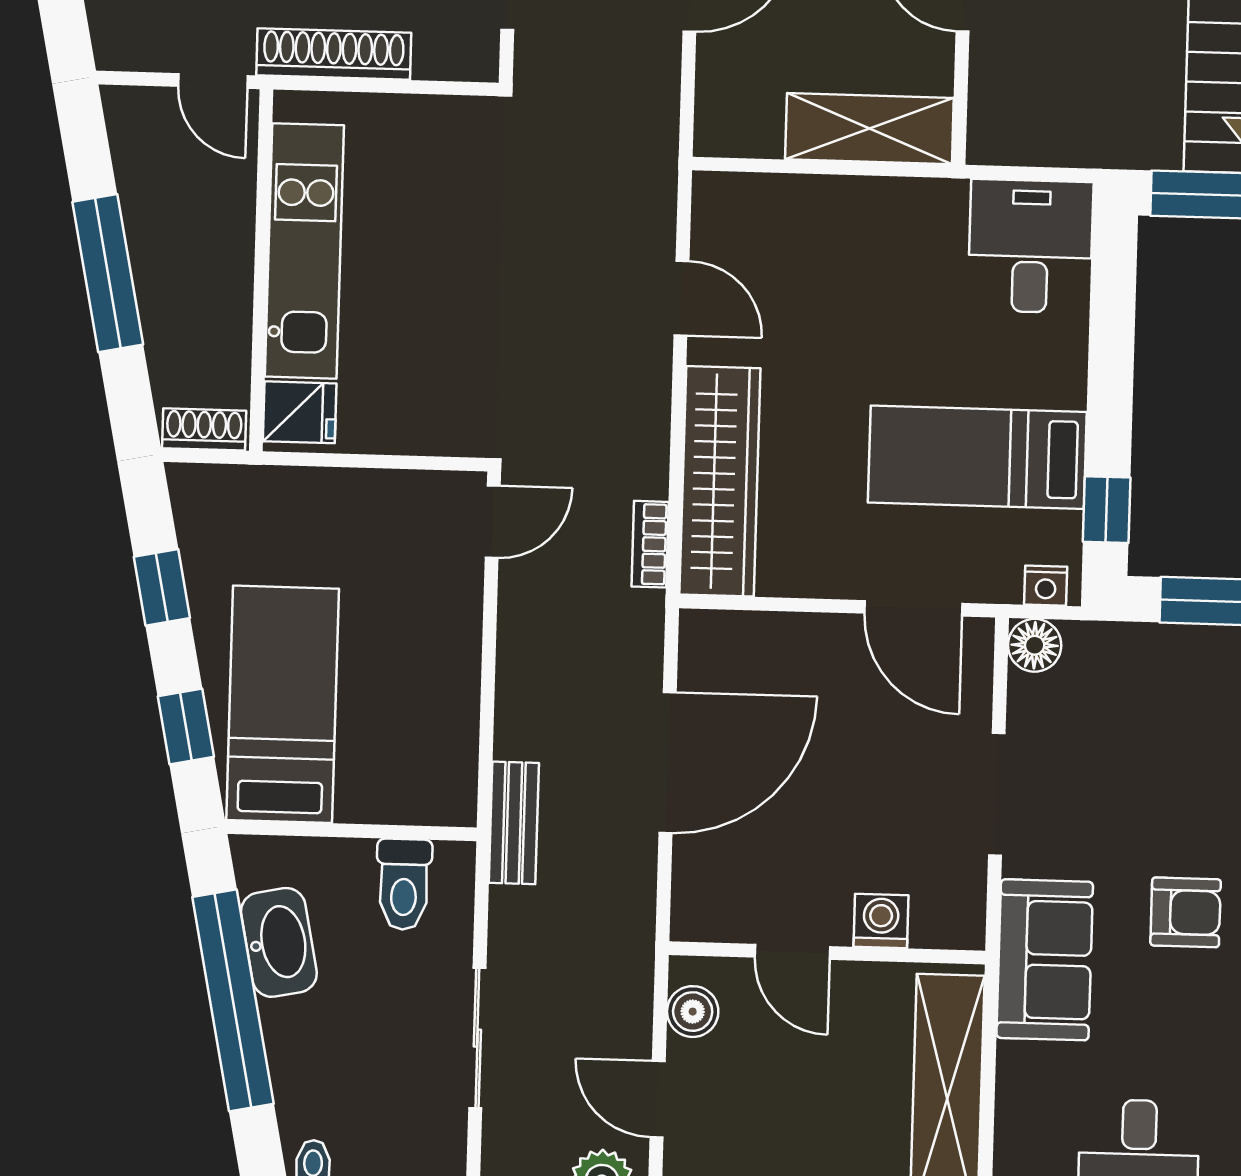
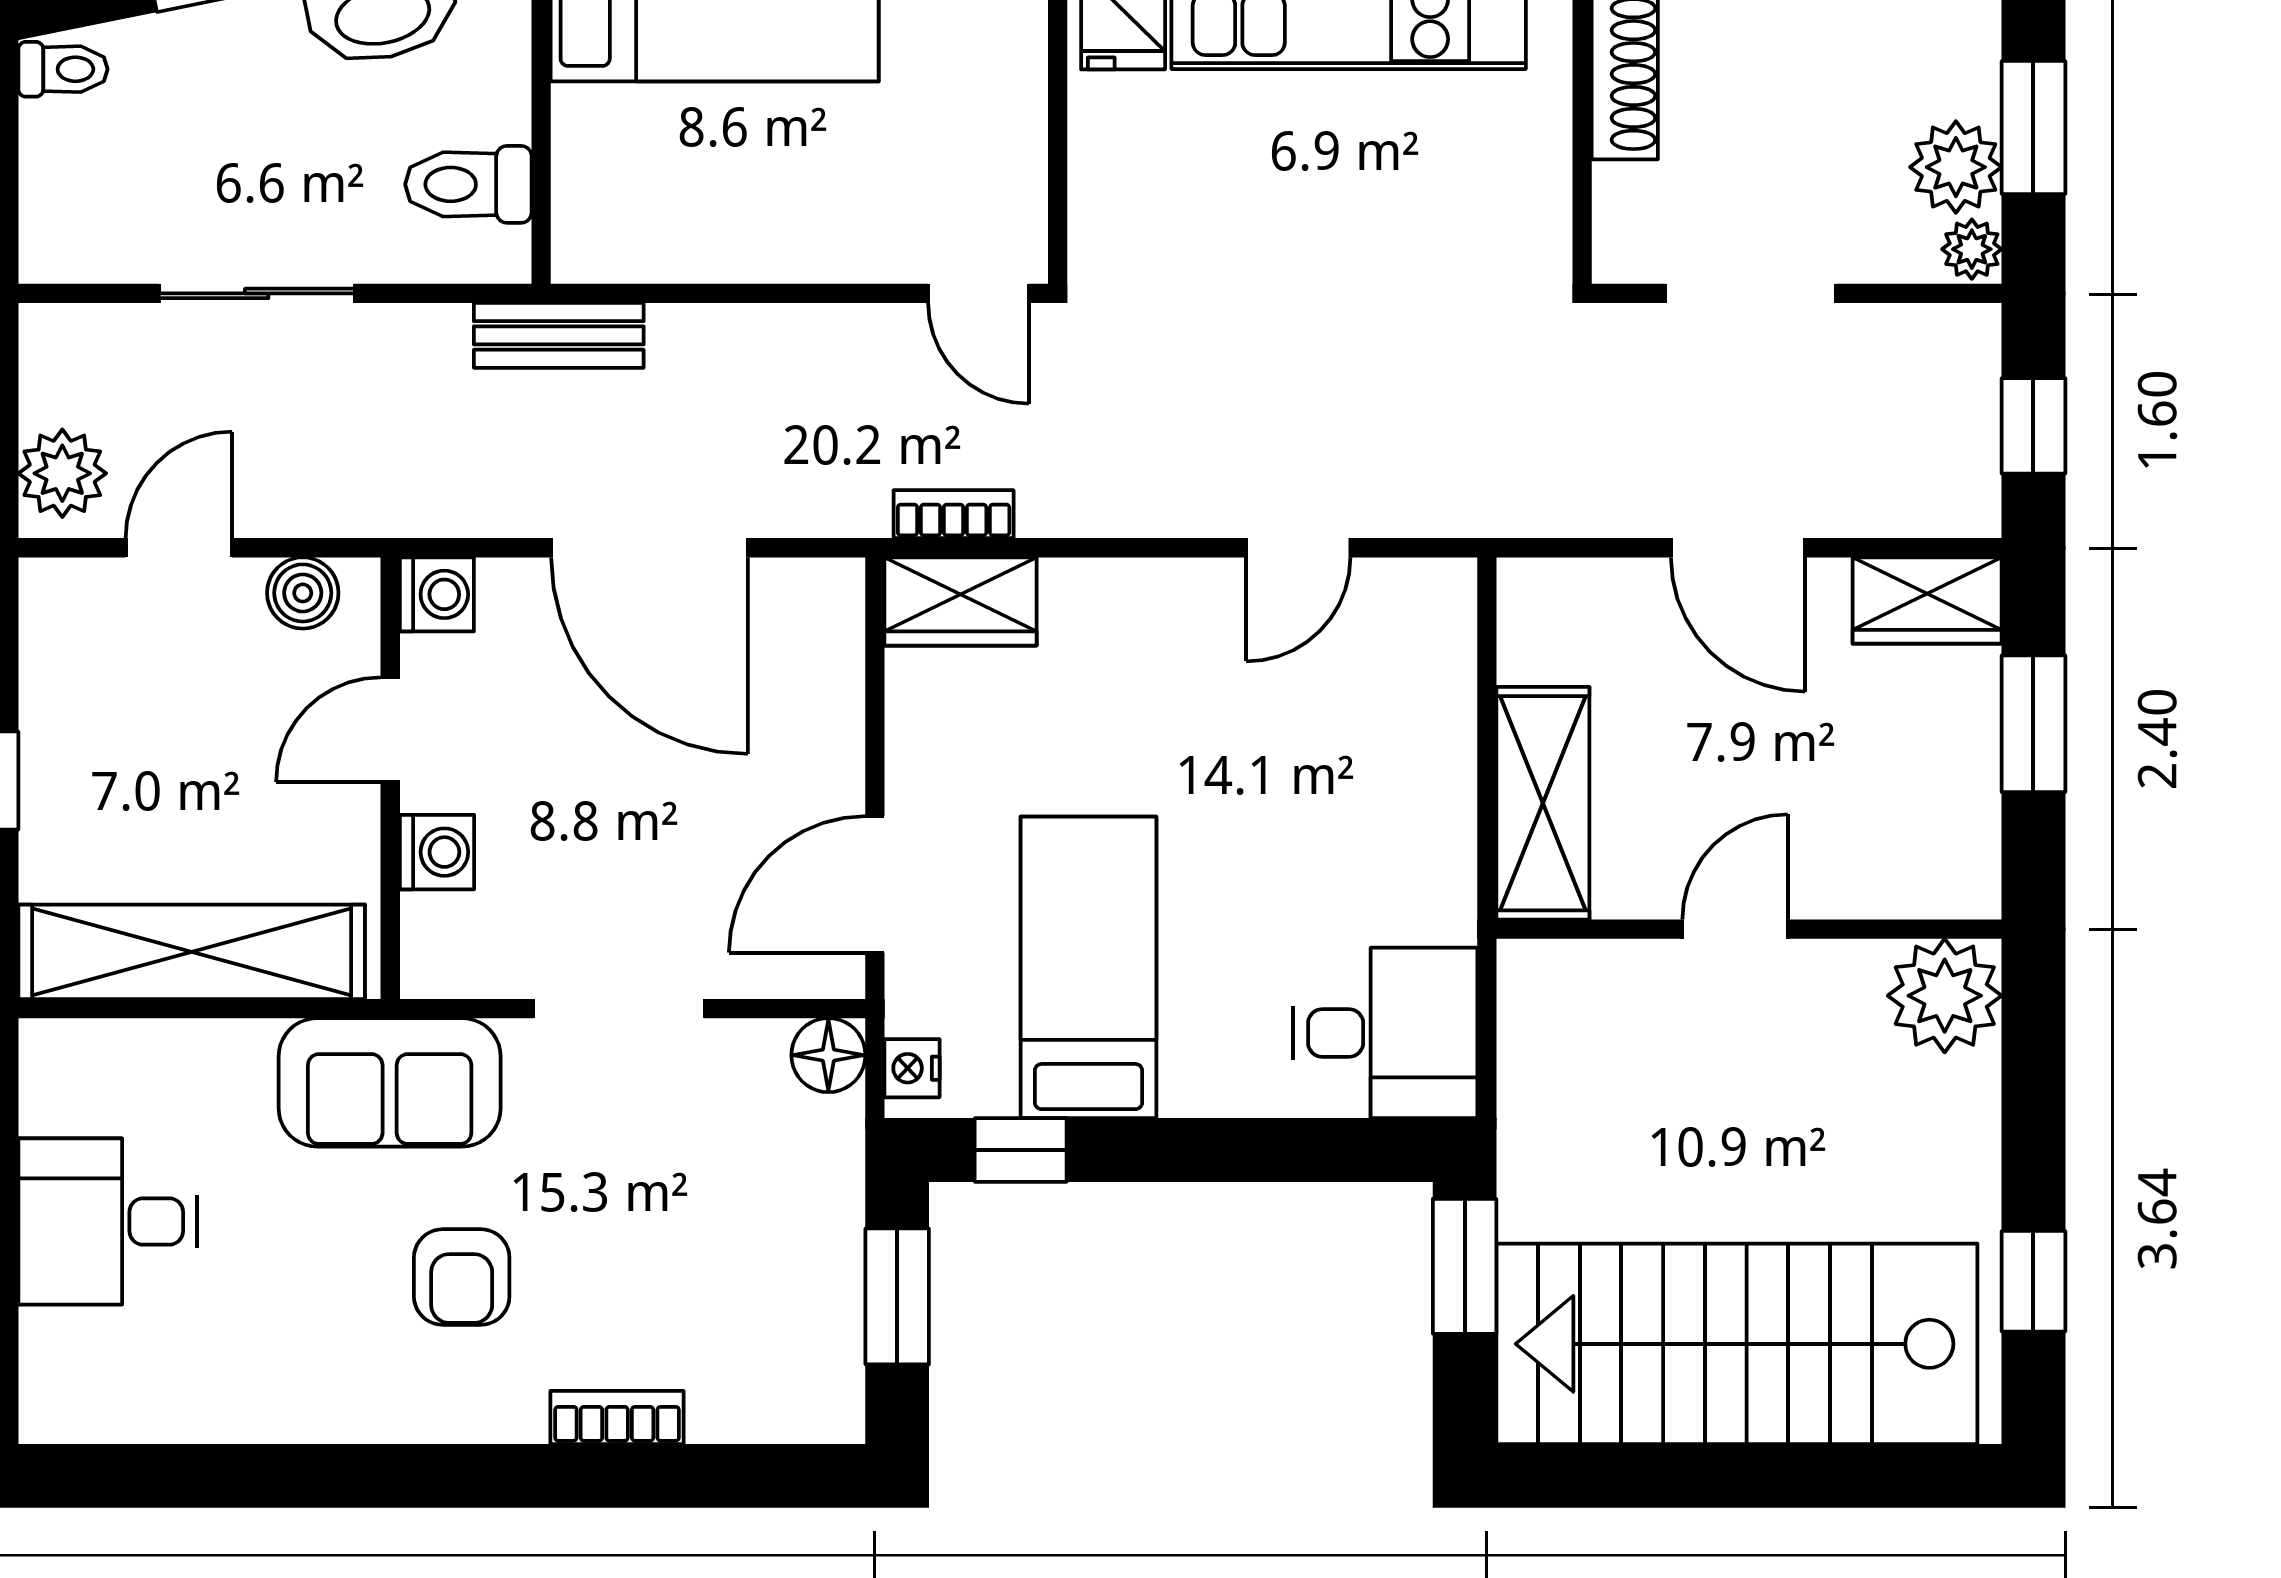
wardrobe: (720, 481) -> (961, 601), width x0.48, depth x0.85
washing machine: (697, 916) -> (437, 594), added

